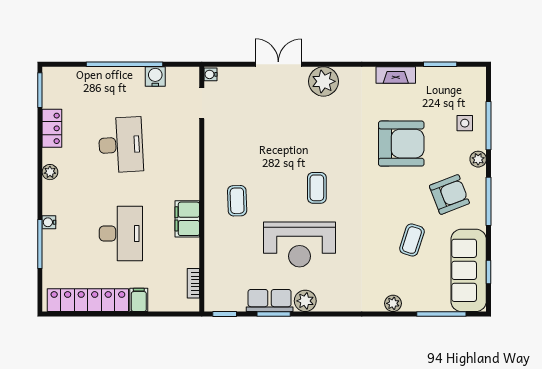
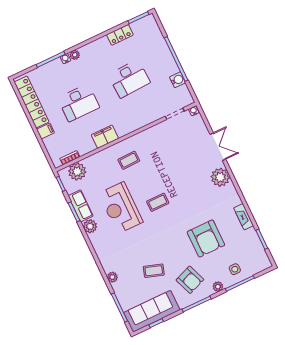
plant: (50, 172) -> (75, 55), moved
plant: (218, 282) -> (77, 171), added

